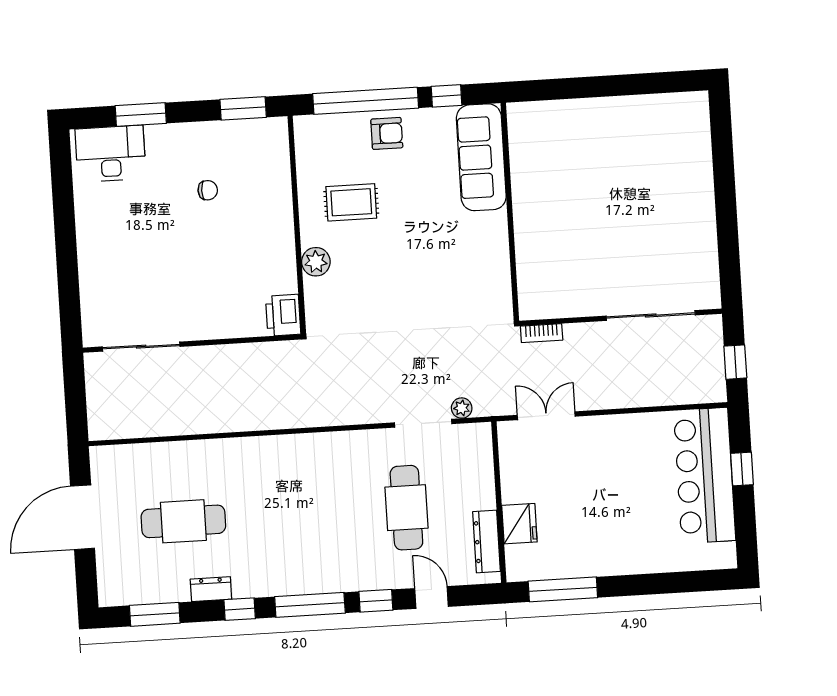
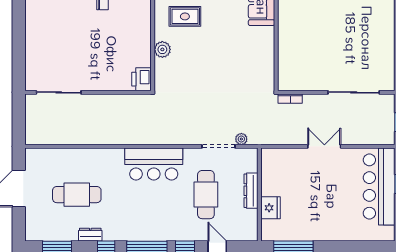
double door: (546, 416) -> (324, 146), moved
bar counter: (313, 460) -> (154, 164), added
dresser: (487, 542) -> (251, 191), moved

